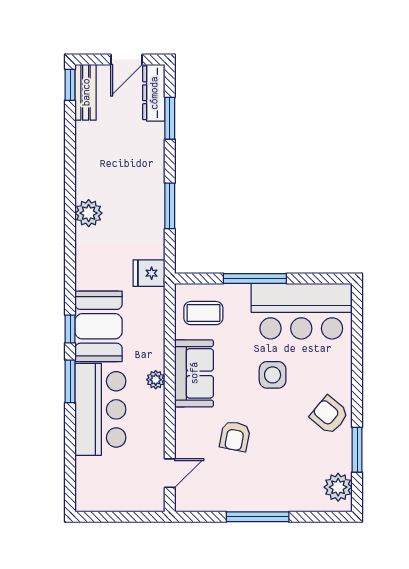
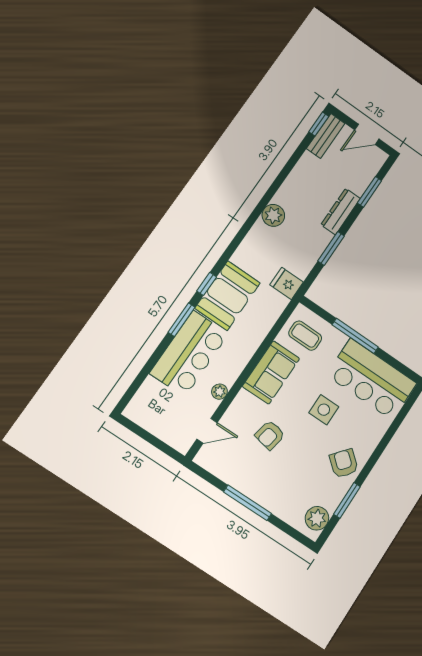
dresser: (154, 93) -> (341, 211), moved
plant: (156, 380) -> (219, 392), moved

